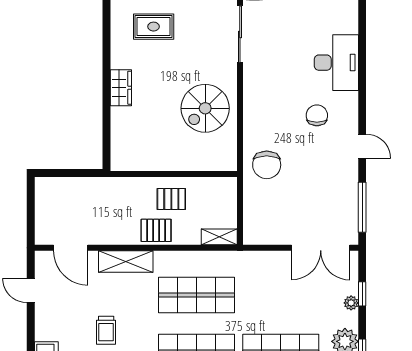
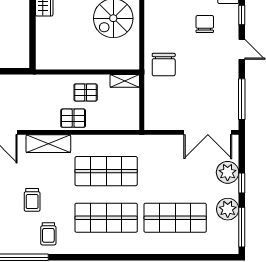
window: (362, 104) -> (242, 15), added
shelving: (219, 237) -> (125, 81), moved
window: (362, 294) -> (242, 183), moved
plant: (351, 303) -> (228, 172), width x1.88, depth x1.88

